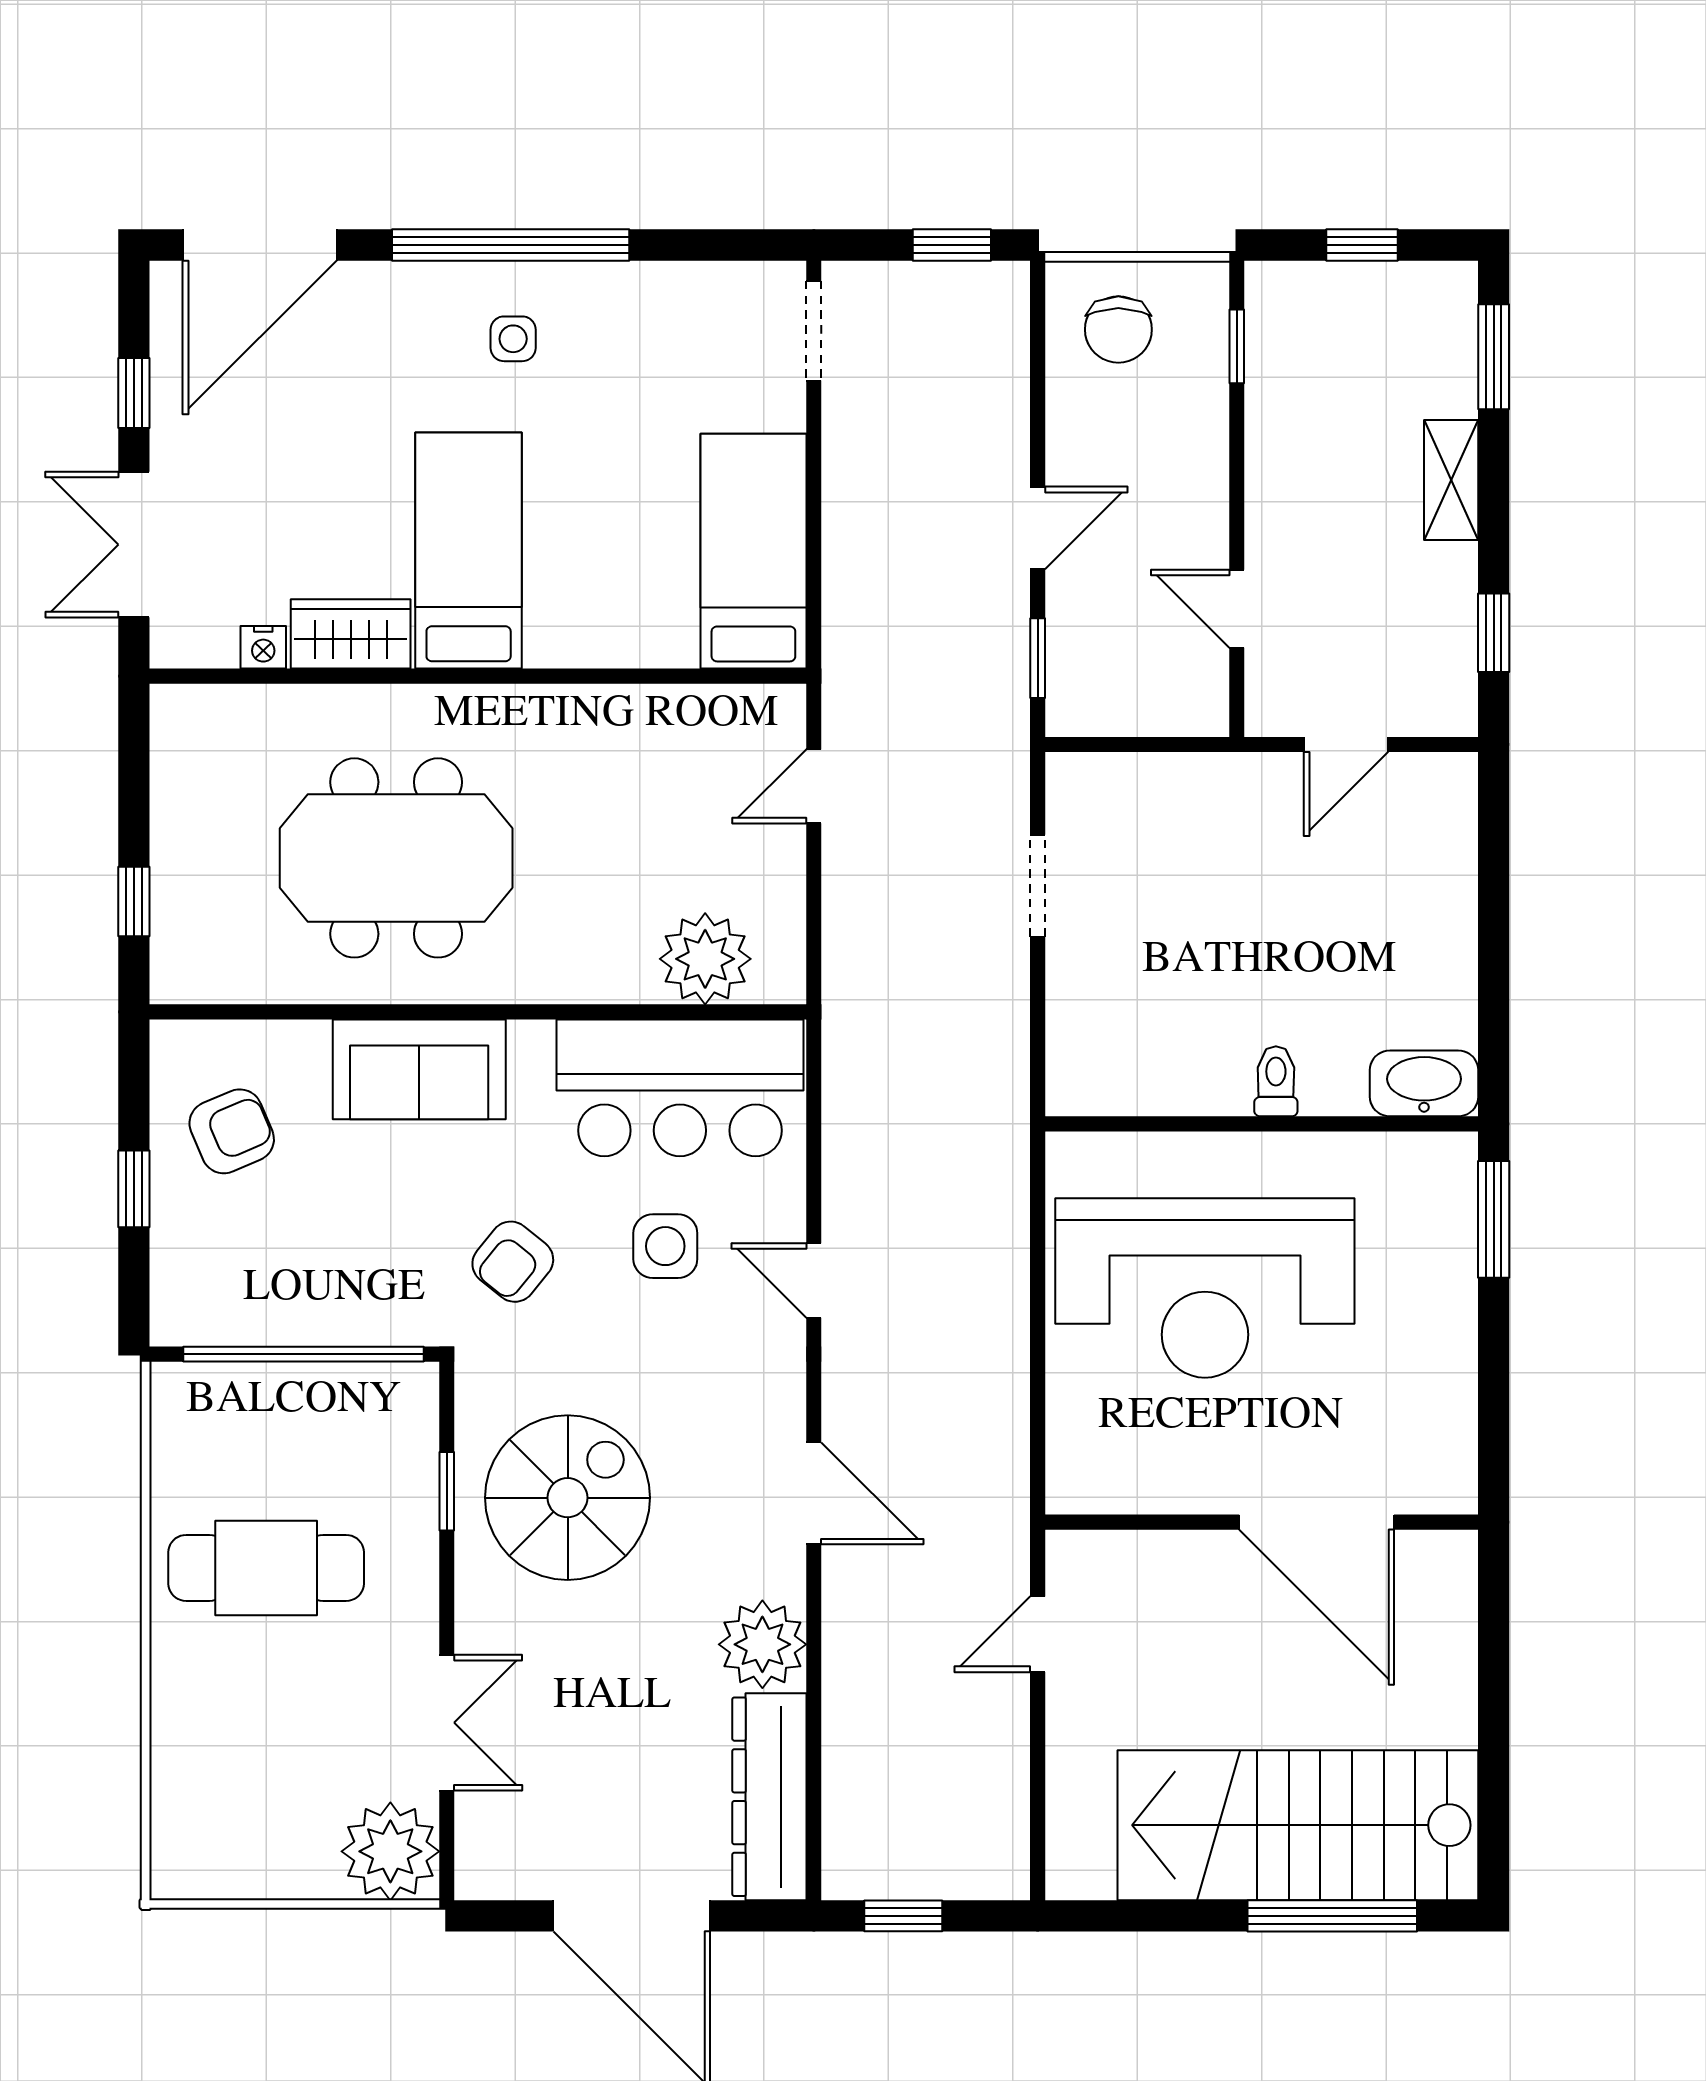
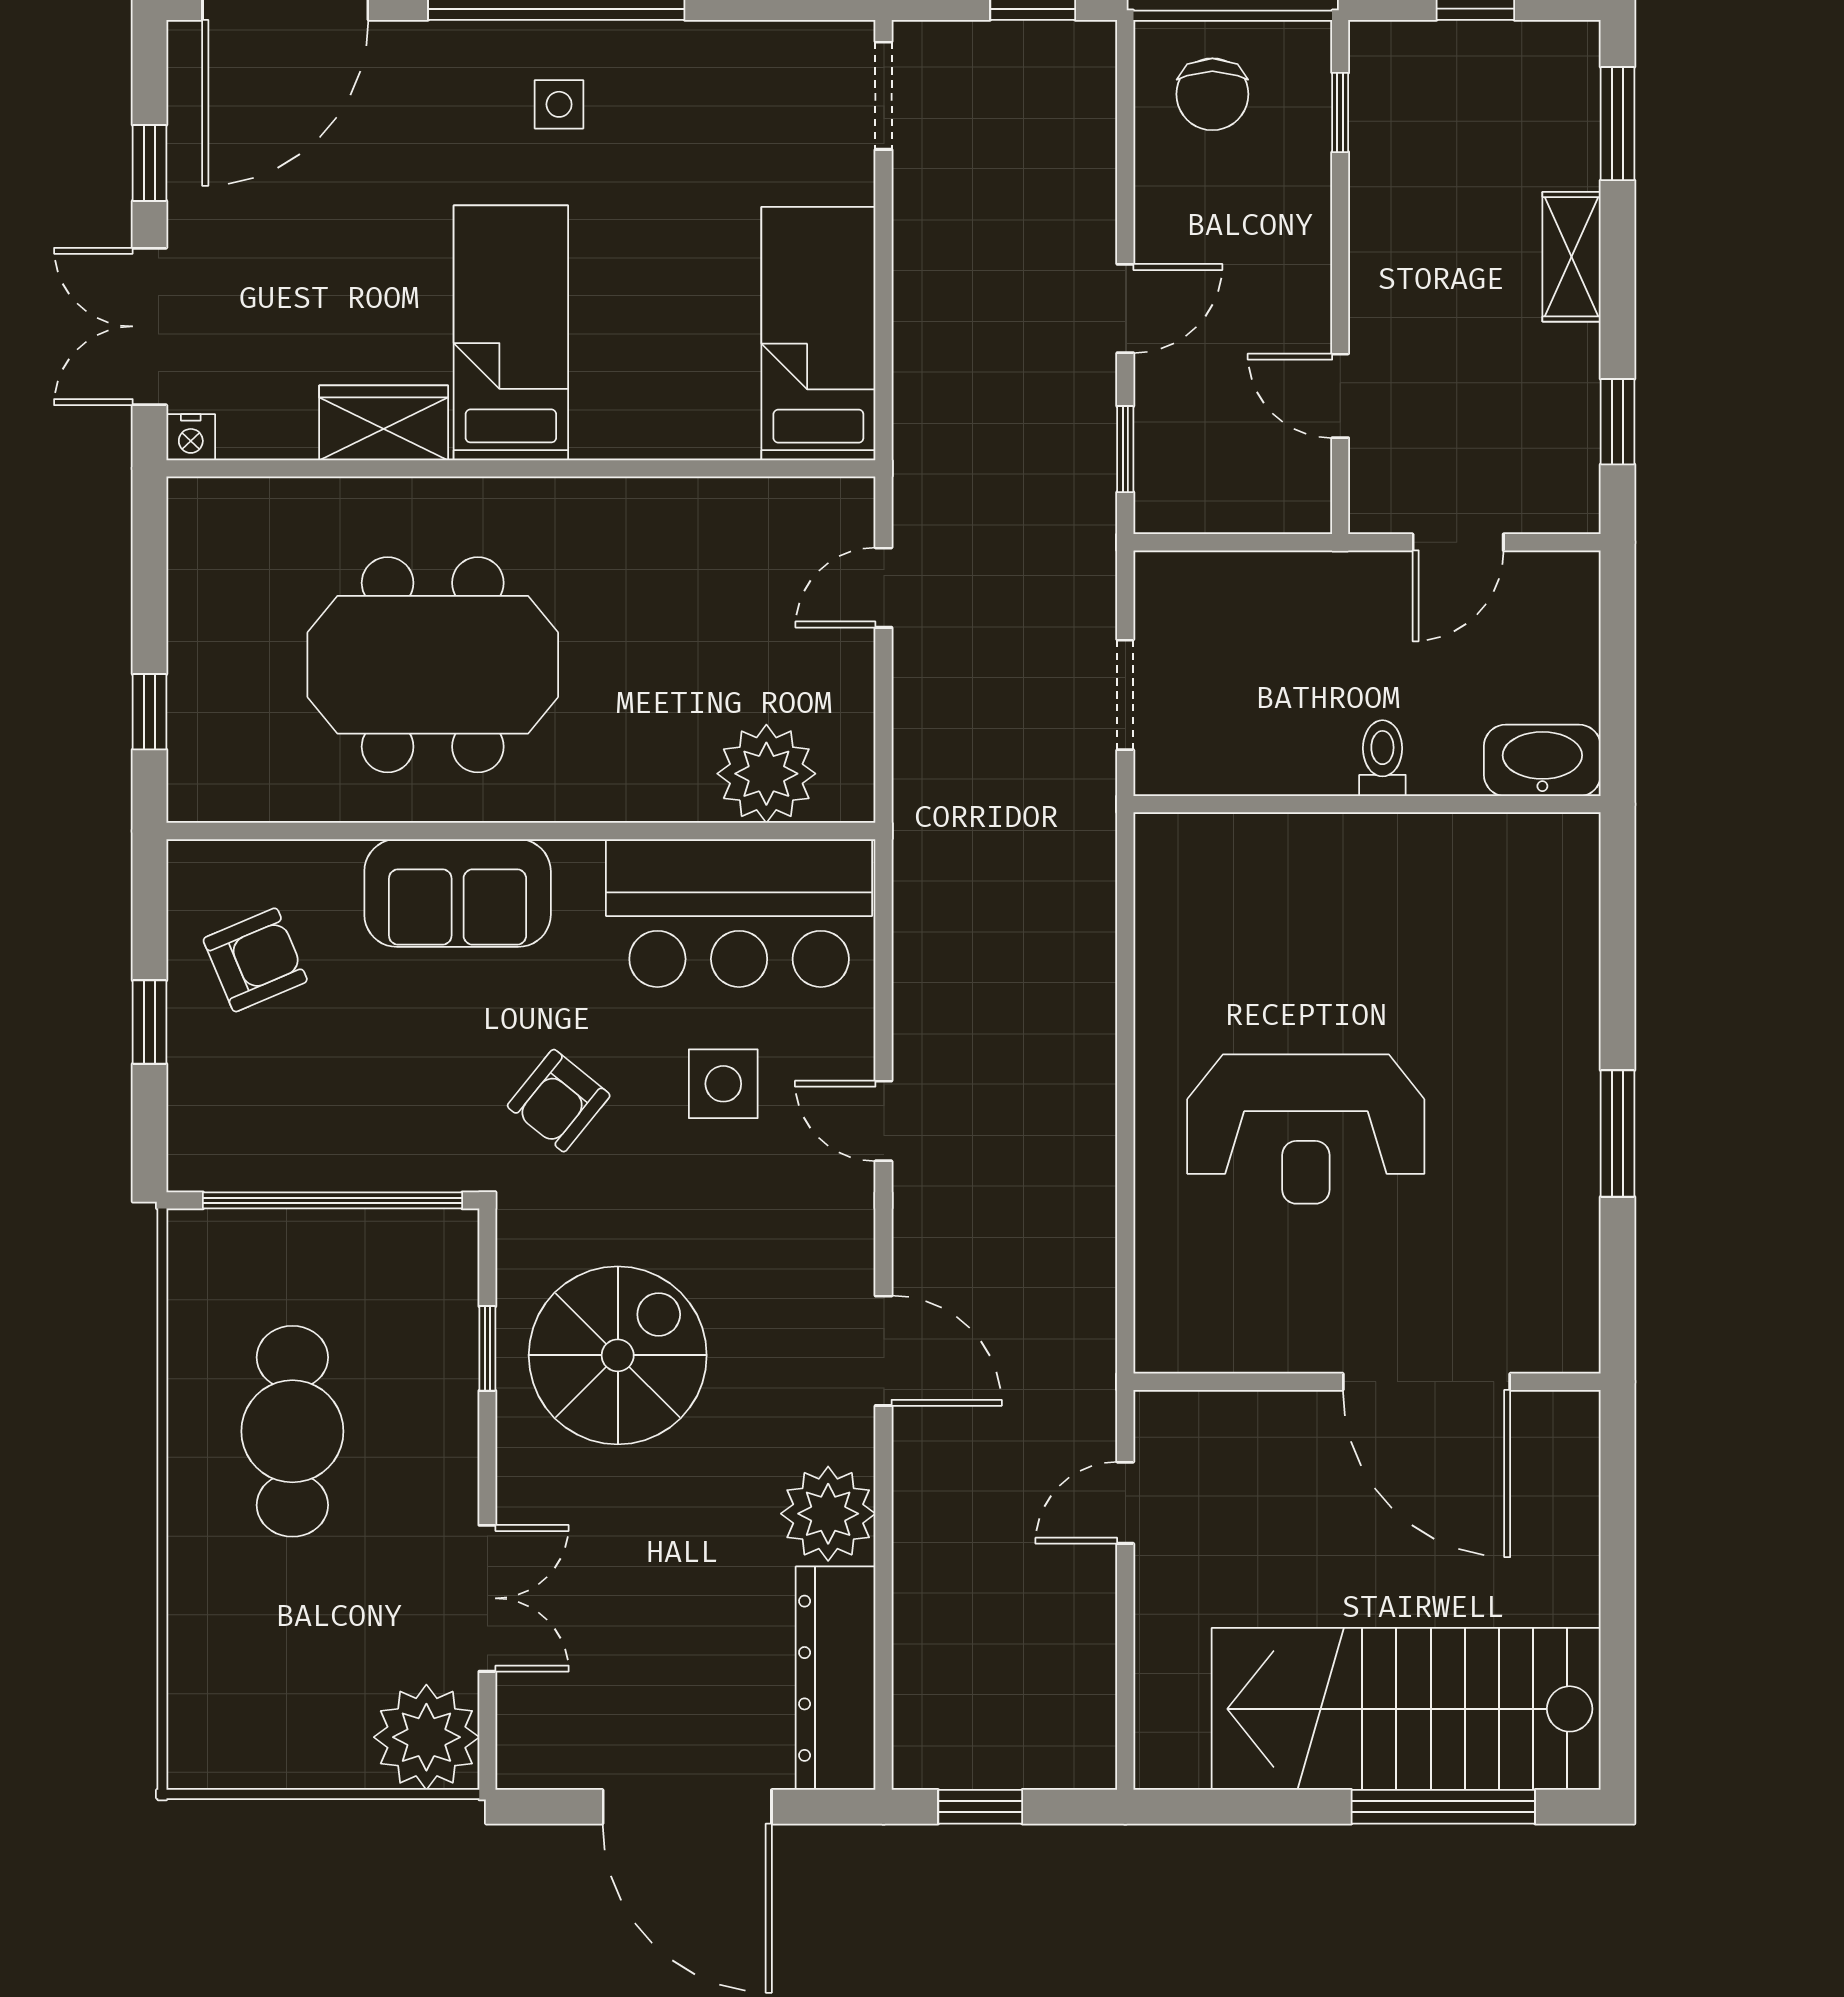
nightstand: (263, 647) -> (191, 437), moved
toilet: (1276, 1081) -> (1382, 758), moved
washbasin: (1424, 1083) -> (1542, 760), moved
wall: (1262, 1124) -> (1367, 804), moved
window: (1494, 1219) -> (1618, 1133), moved
reception desk: (1205, 1288) -> (1306, 1129), width x0.74, depth x0.77
cafe table: (266, 1568) -> (292, 1431), turned 90

